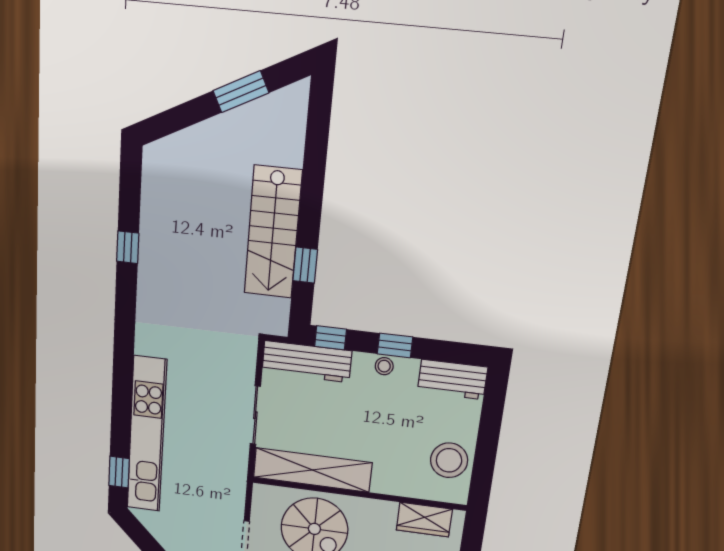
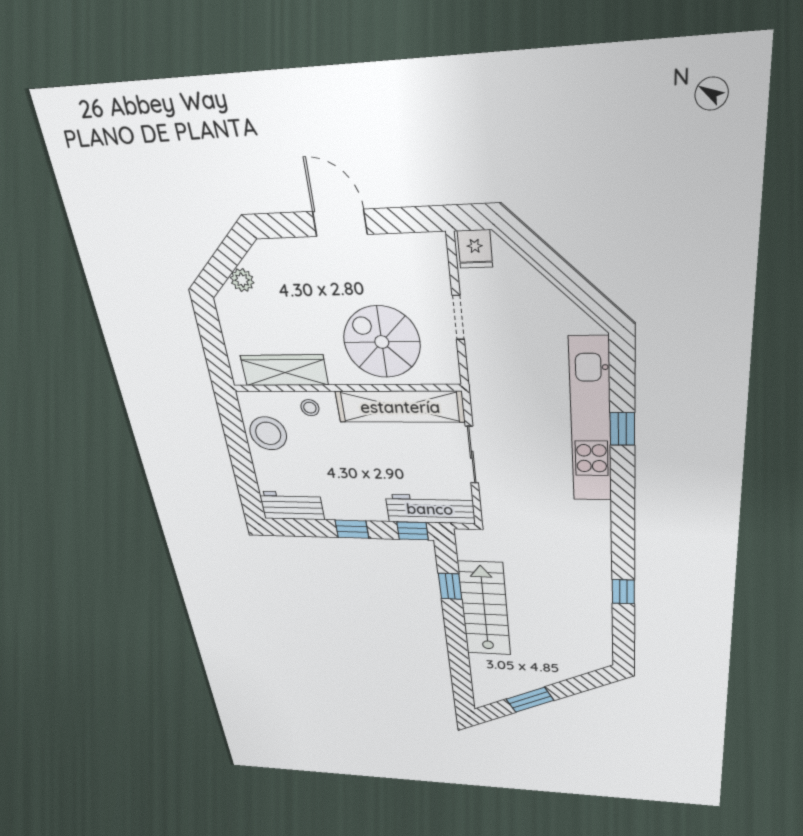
stool: (384, 366) -> (310, 408), moved
window: (119, 472) -> (622, 429), moved
wardrobe: (424, 520) -> (284, 370), width x1.50

